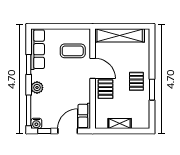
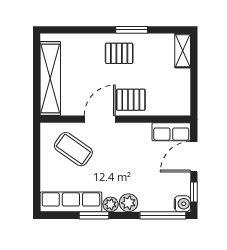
coffee table: (73, 51) -> (73, 149), turned -55
plant: (36, 76) -> (111, 204), added
shelving: (120, 124) -> (183, 51), moved
door: (68, 131) -> (194, 157), hinge flipped

